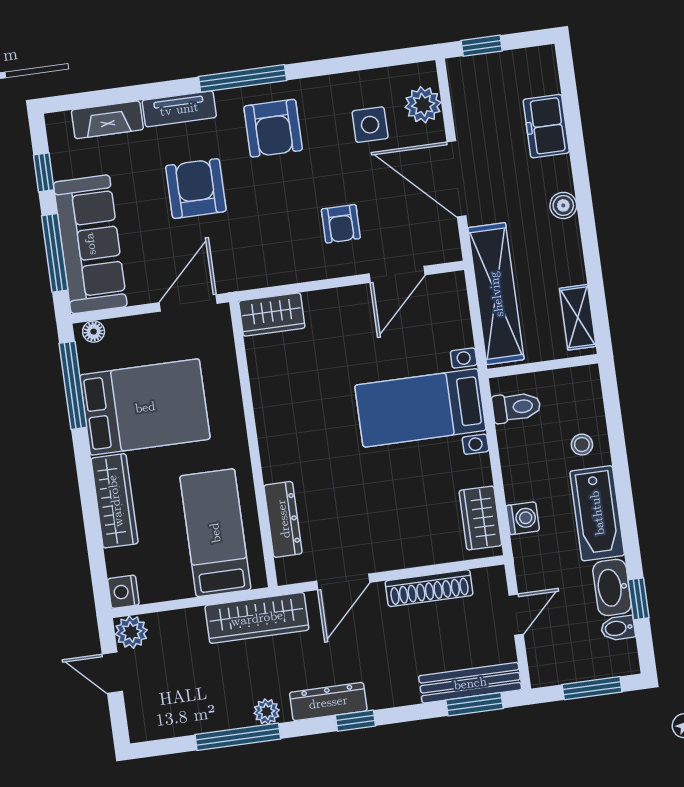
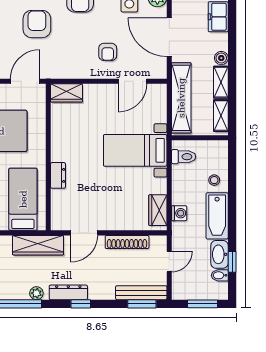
shelving: (569, 252) -> (221, 82), added
dresser: (283, 519) -> (58, 175), moved, width x0.70

